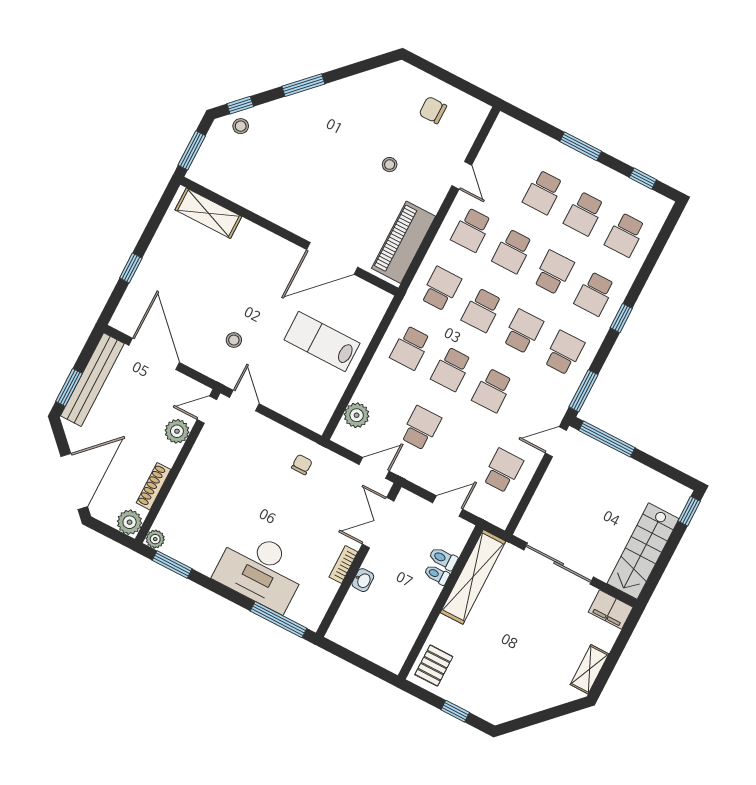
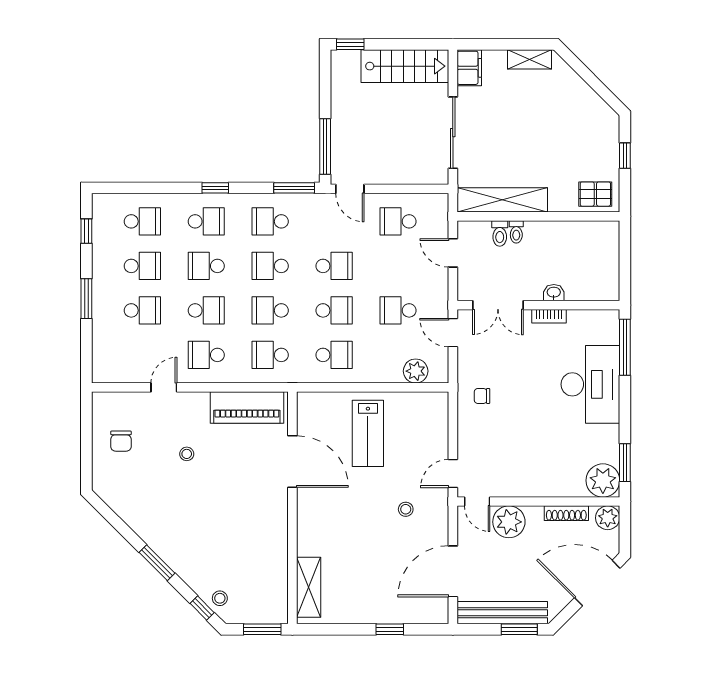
school desk: (471, 230) -> (206, 355), turned 180
school desk: (482, 310) -> (270, 310), turned 180
plant: (177, 431) -> (509, 522), width x1.36, depth x1.36
plant: (155, 539) -> (603, 480), width x1.88, depth x1.88

